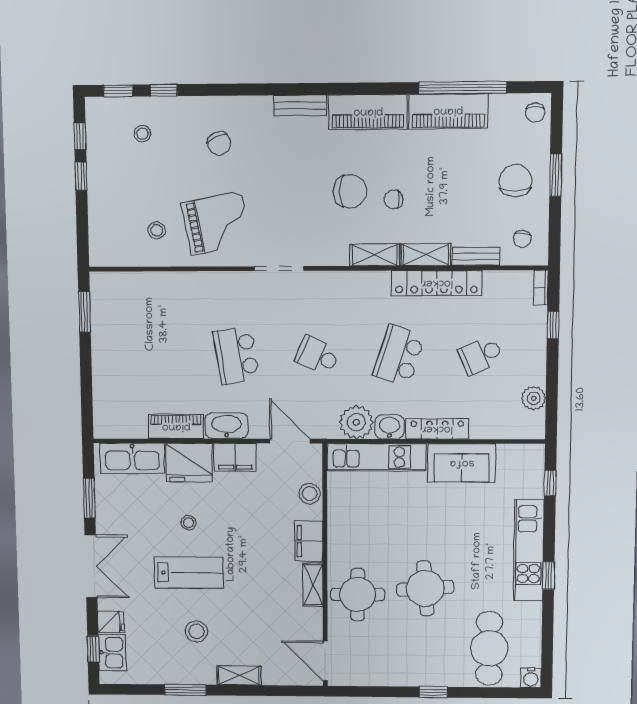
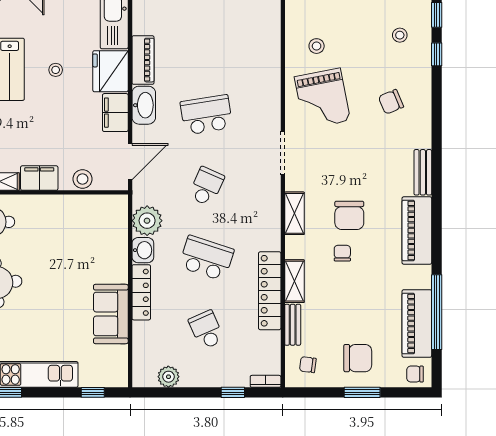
piano: (448, 111) -> (417, 324), moved
shelving: (375, 255) -> (294, 213), moved
kitchen unit: (377, 457) -> (116, 239), removed

